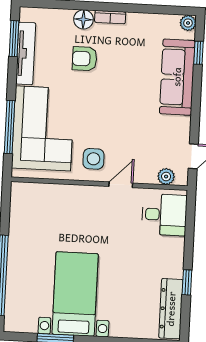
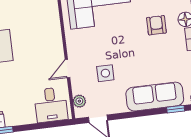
side table: (93, 159) -> (105, 73), moved
door: (121, 185) -> (67, 69), swing flipped

